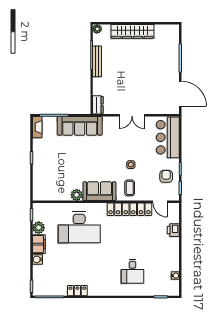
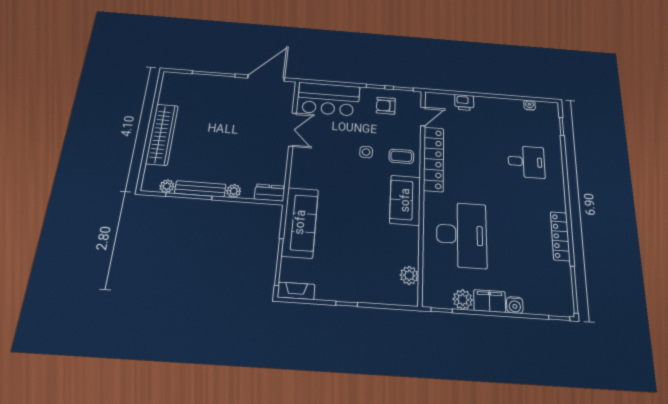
plant: (97, 29) -> (167, 186), moved
plant: (97, 82) -> (234, 191), added
double door: (132, 115) -> (293, 130), moved
plant: (77, 195) -> (409, 275), moved
locker: (77, 291) -> (560, 236), width x1.53

